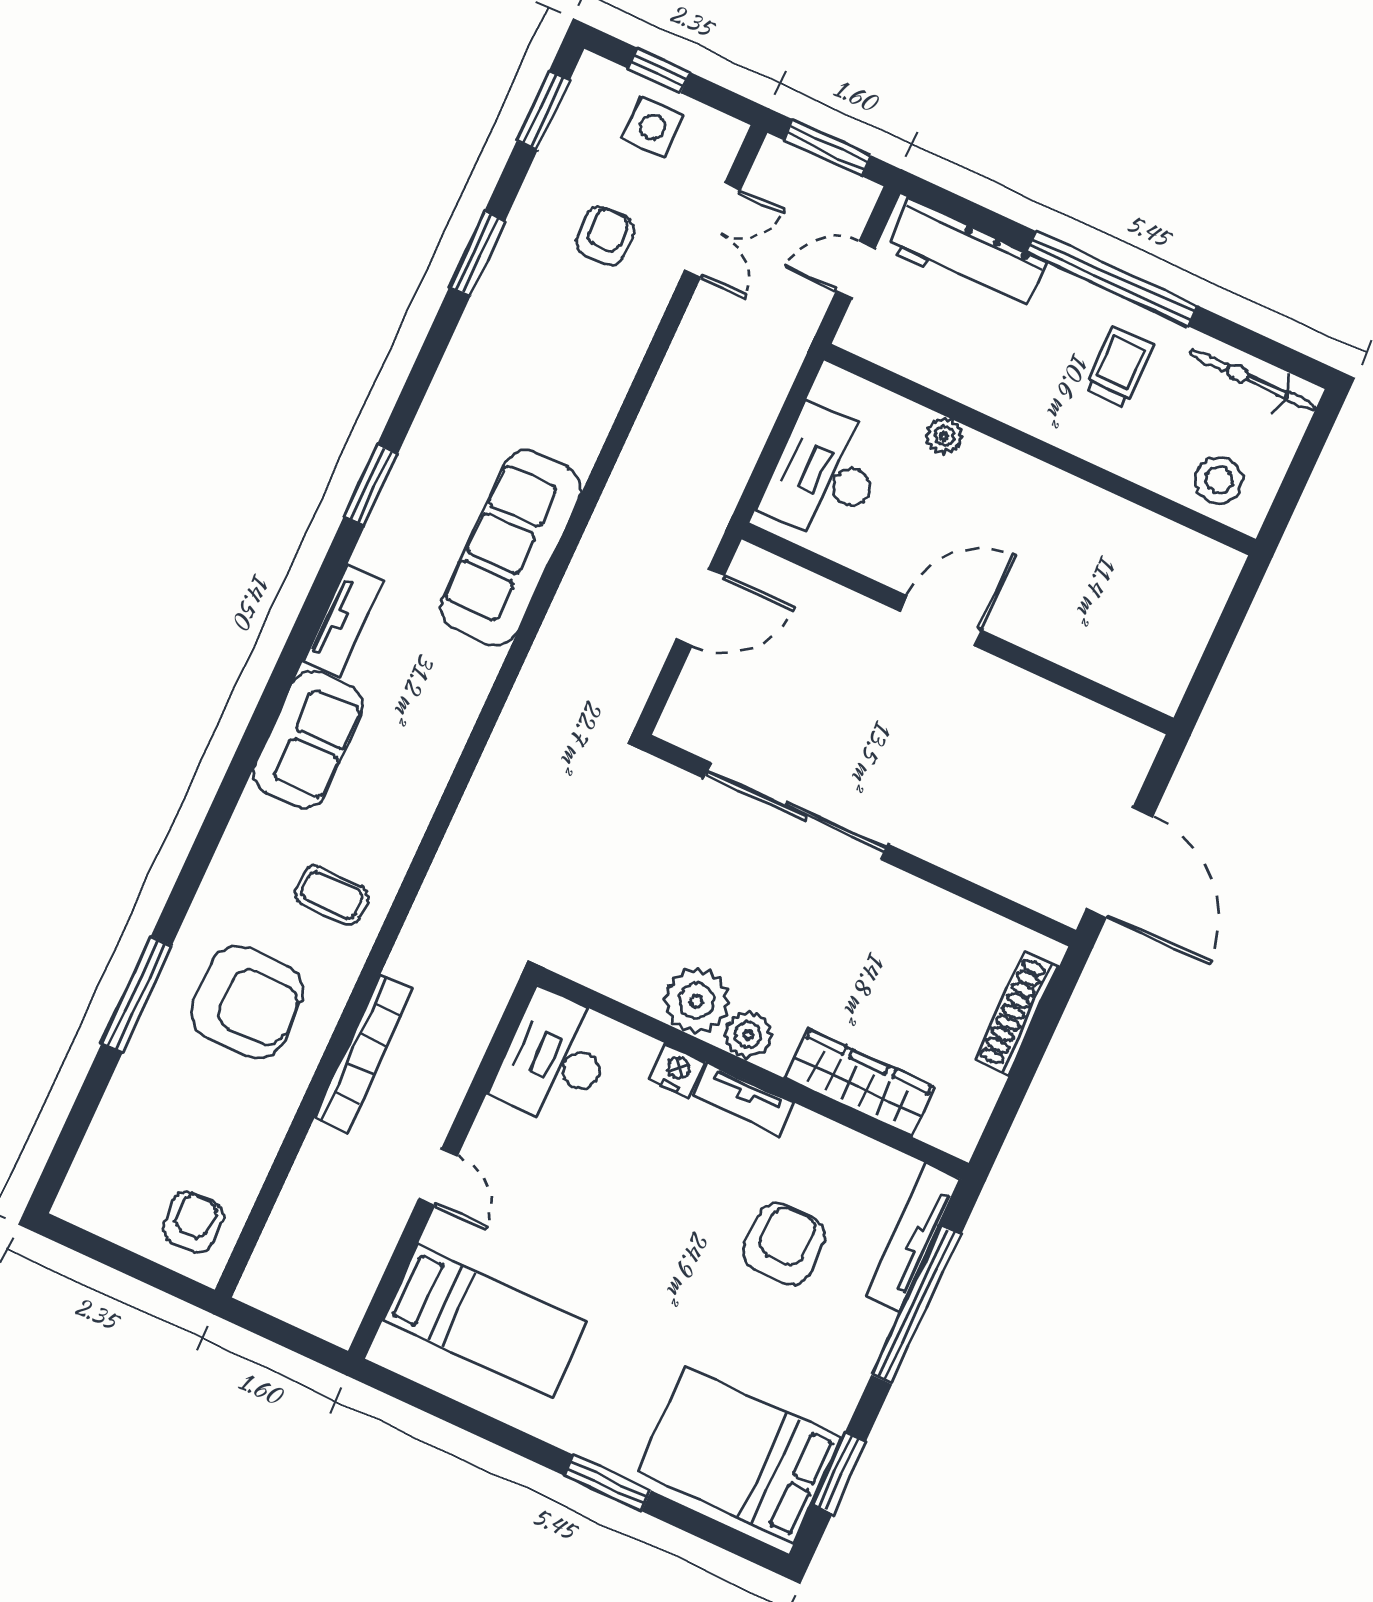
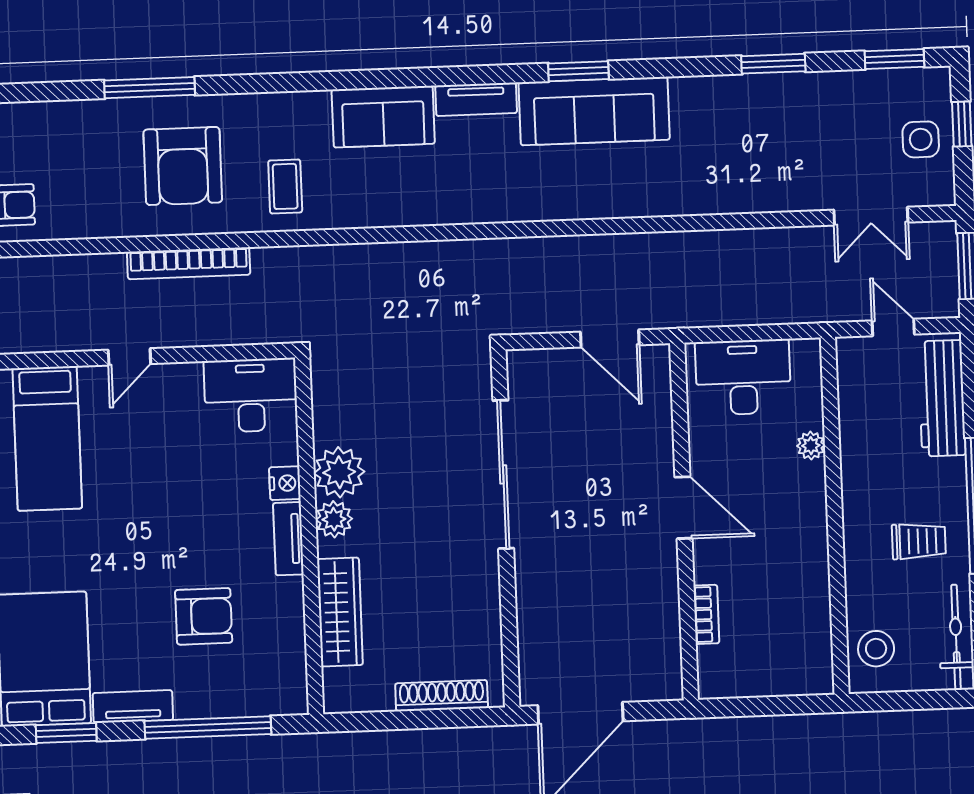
armchair: (605, 236) -> (830, 145), removed
sofa: (511, 548) -> (594, 111), moved, turned 180
bookcase: (1079, 657) -> (706, 614), added
tv unit: (913, 1237) -> (133, 707), moved, width x0.71

